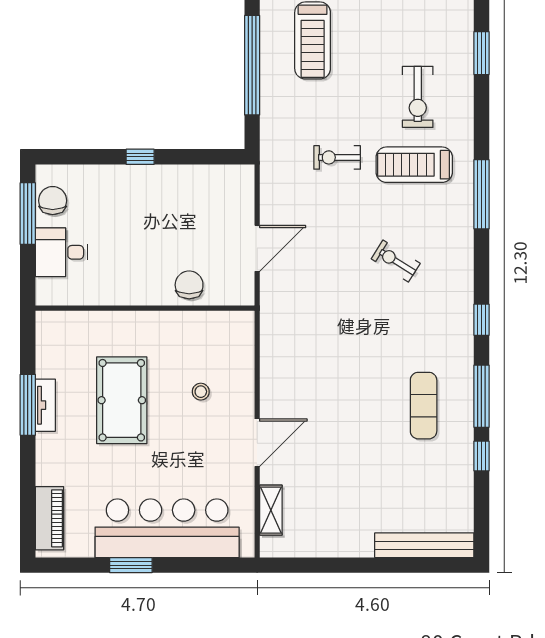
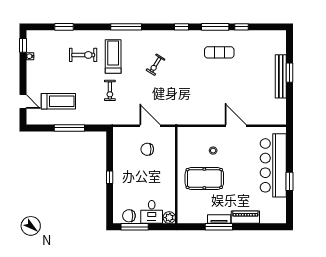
window: (252, 65) -> (69, 128), width x0.68
treadmill: (414, 165) -> (113, 56), turned 180
chair: (189, 285) -> (147, 149), moved
plant: (49, 292) -> (169, 218), added
pool table: (122, 400) -> (204, 178), moved
shelving: (271, 510) -> (265, 120), removed
piano: (49, 518) -> (245, 217), moved
bench: (424, 545) -> (281, 76), moved
window: (378, 565) -> (290, 73), added

